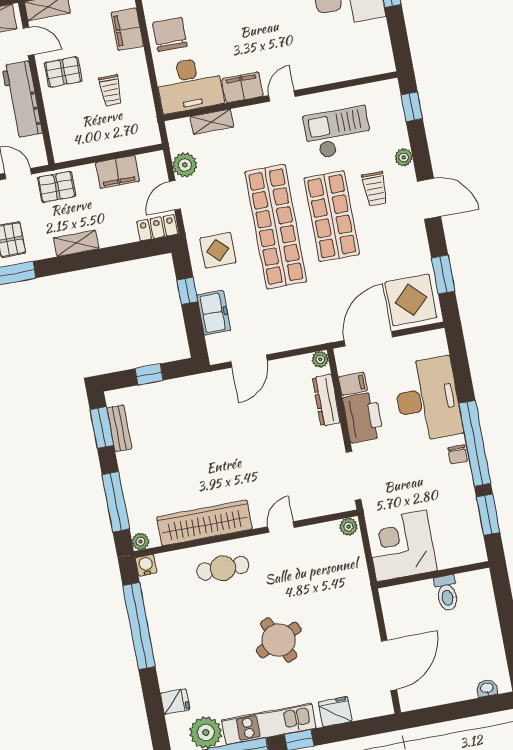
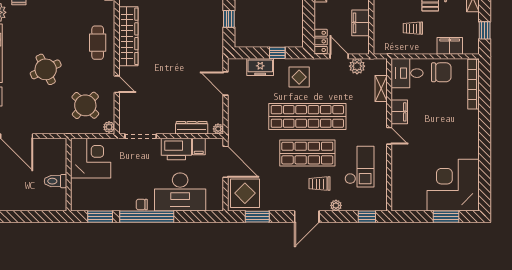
desk: (189, 85) -> (407, 73), width x0.73
round table: (322, 569) -> (85, 105), added

